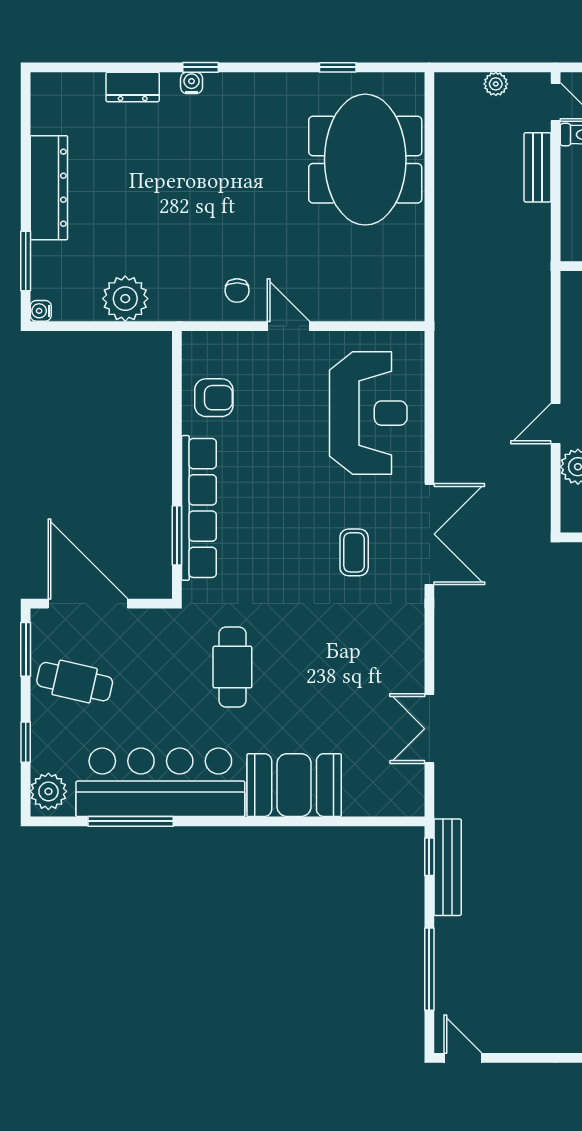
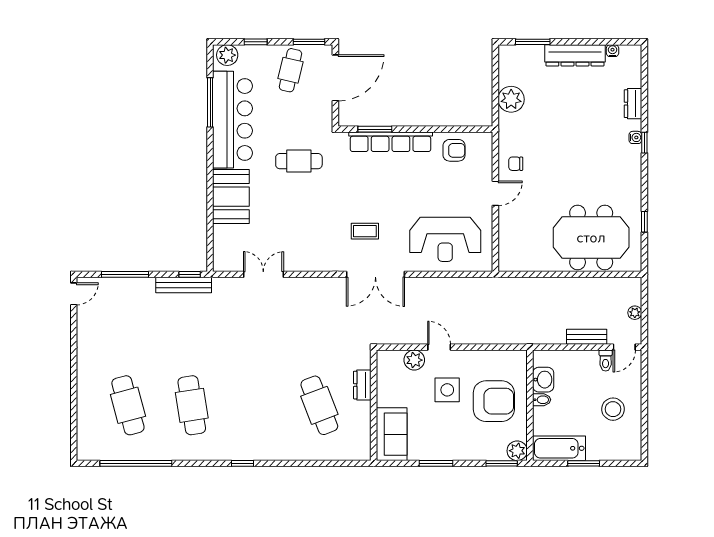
water cooler: (41, 311) -> (613, 51), moved
armchair: (214, 398) -> (454, 150), turned -90

